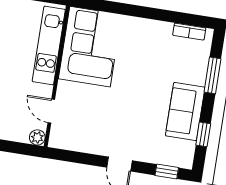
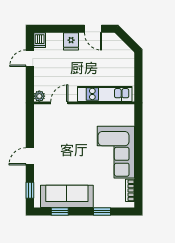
corner sofa: (90, 47) -> (116, 152), moved, turned 90
window: (213, 75) -> (102, 211), width x0.67
sofa: (185, 111) -> (67, 196), width x1.36

